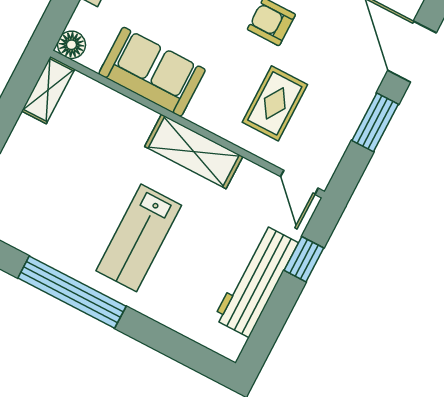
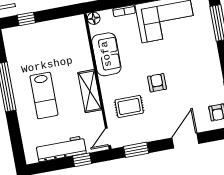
shelving: (48, 90) -> (71, 23), removed
window: (375, 122) -> (136, 150), moved
lab bench: (139, 238) -> (44, 96), turned -90

